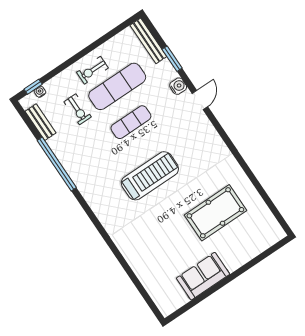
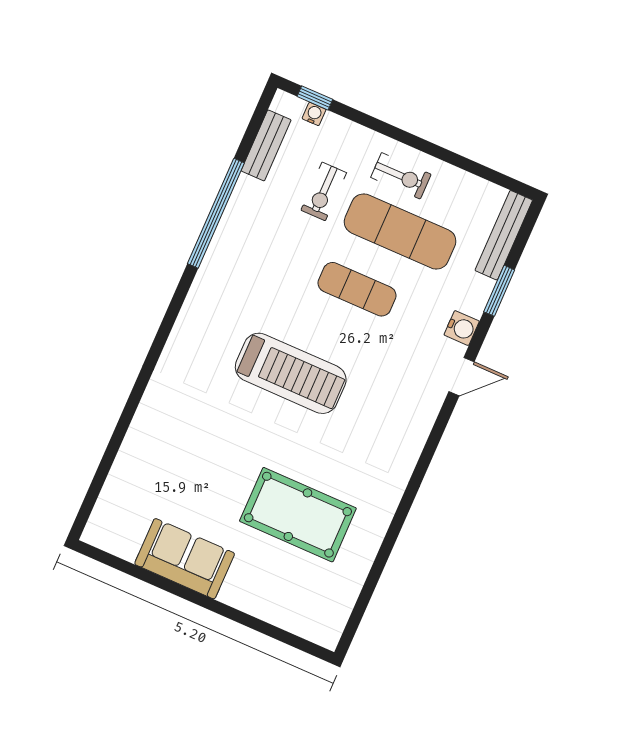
exercise bike: (92, 70) -> (401, 176), turned 180

